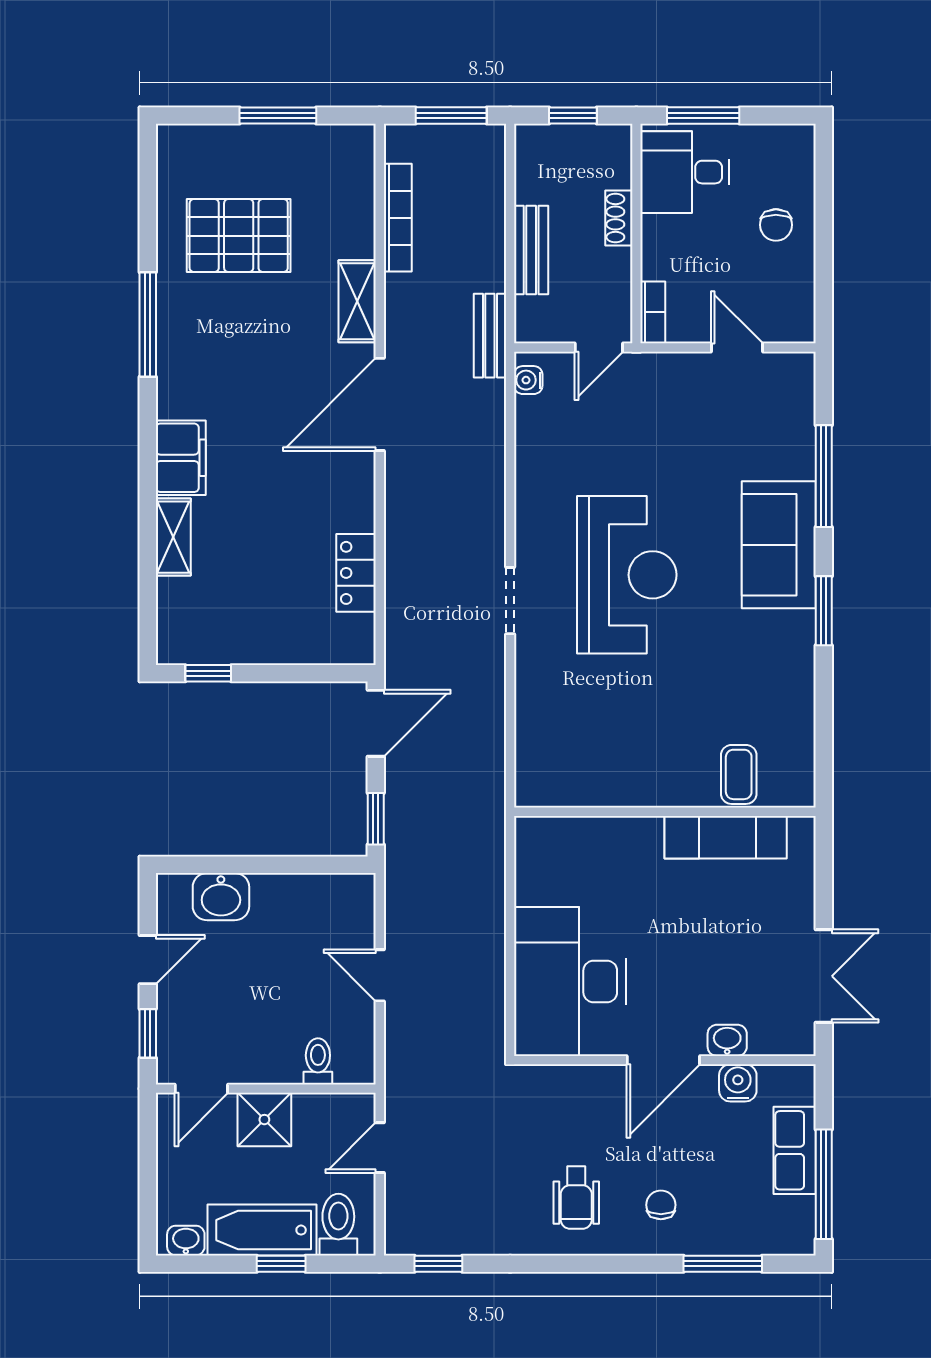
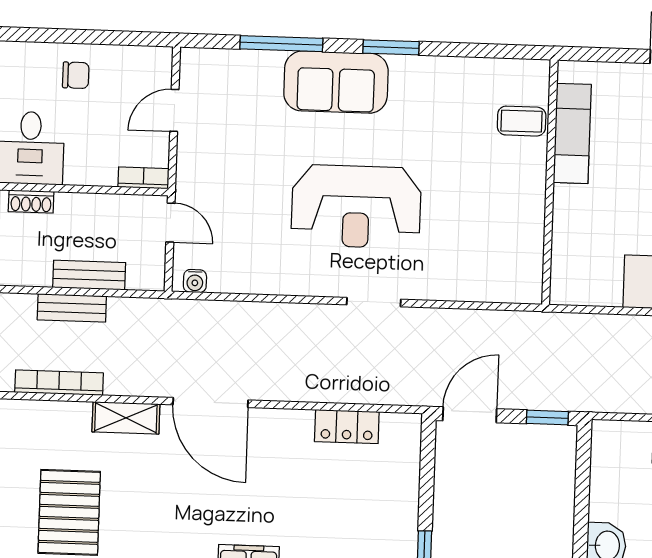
shoe rack: (619, 218) -> (31, 202), moved
bench: (490, 336) -> (72, 308), moved
reception desk: (627, 575) -> (356, 206), turned 180
door: (376, 723) -> (470, 415), hinge flipped

